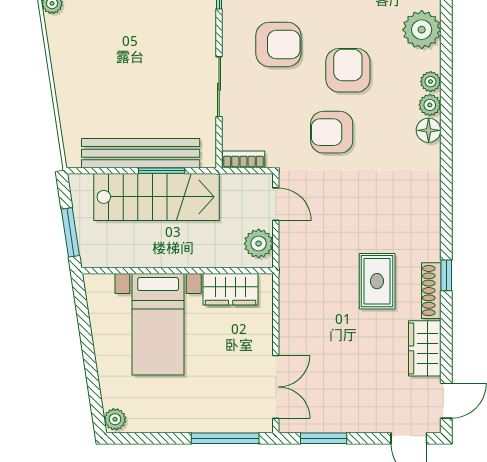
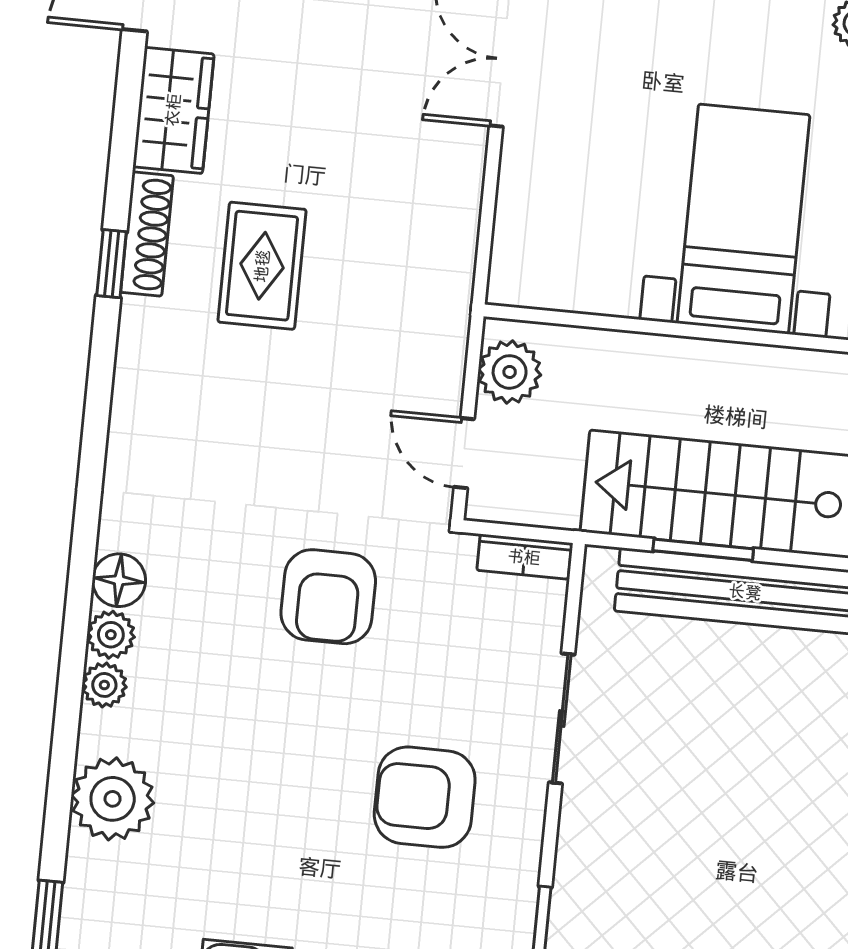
armchair: (348, 70) -> (280, 727), removed
armchair: (332, 132) -> (328, 597), turned 90
wardrobe: (231, 289) -> (580, 279), removed

